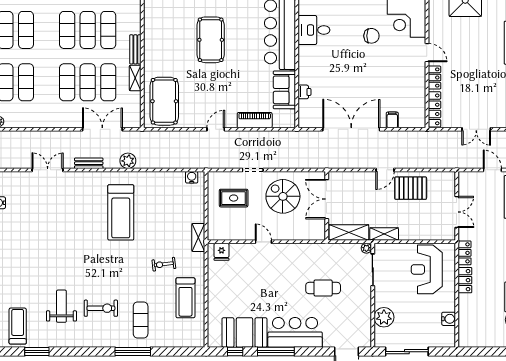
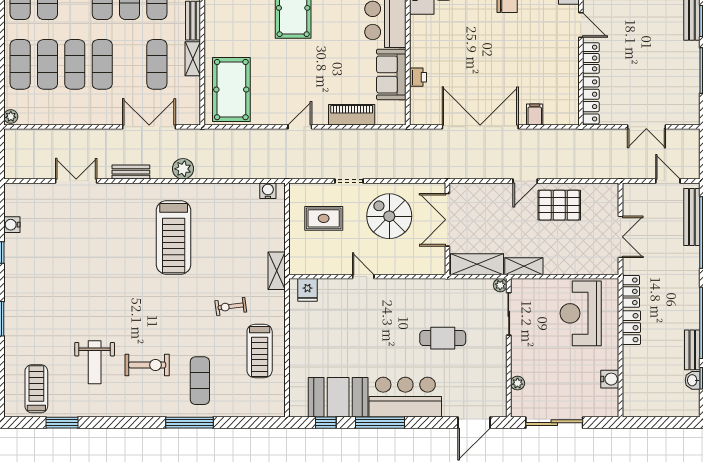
exercise mat: (88, 82) -> (75, 64), moved
weight bench: (61, 306) -> (95, 362), turned 180
plant: (384, 317) -> (518, 383), width x0.53, depth x0.53

